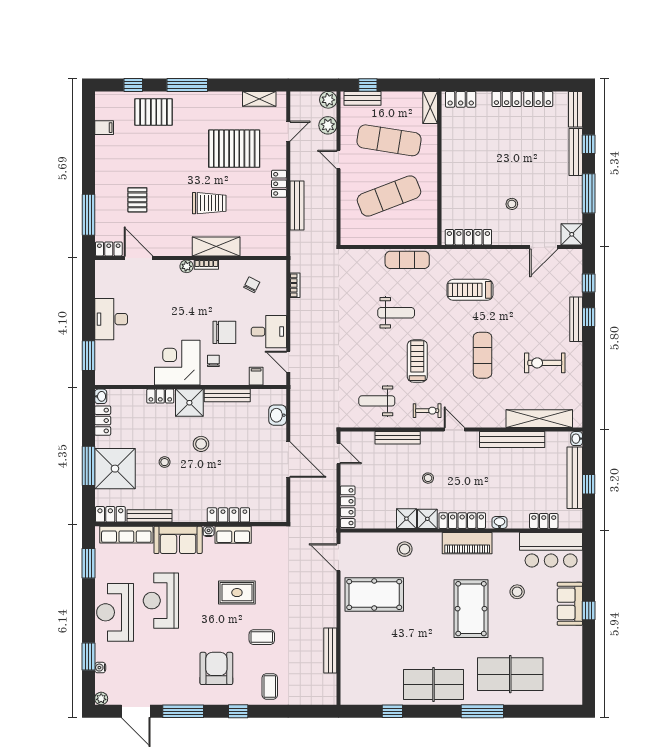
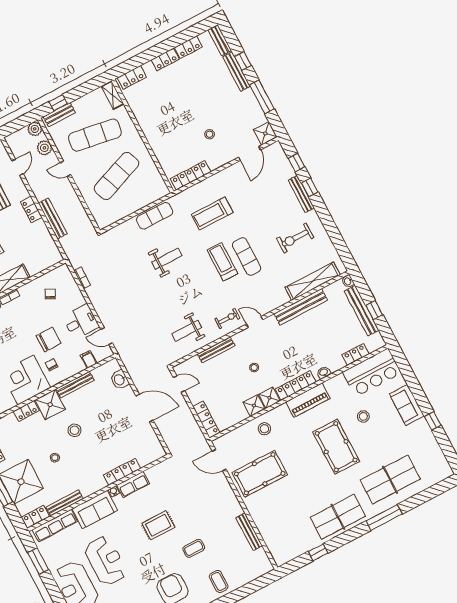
treadmill: (417, 361) -> (222, 262), moved
reception desk: (161, 601) -> (106, 561), turned 180
window: (589, 611) -> (433, 421), moved

